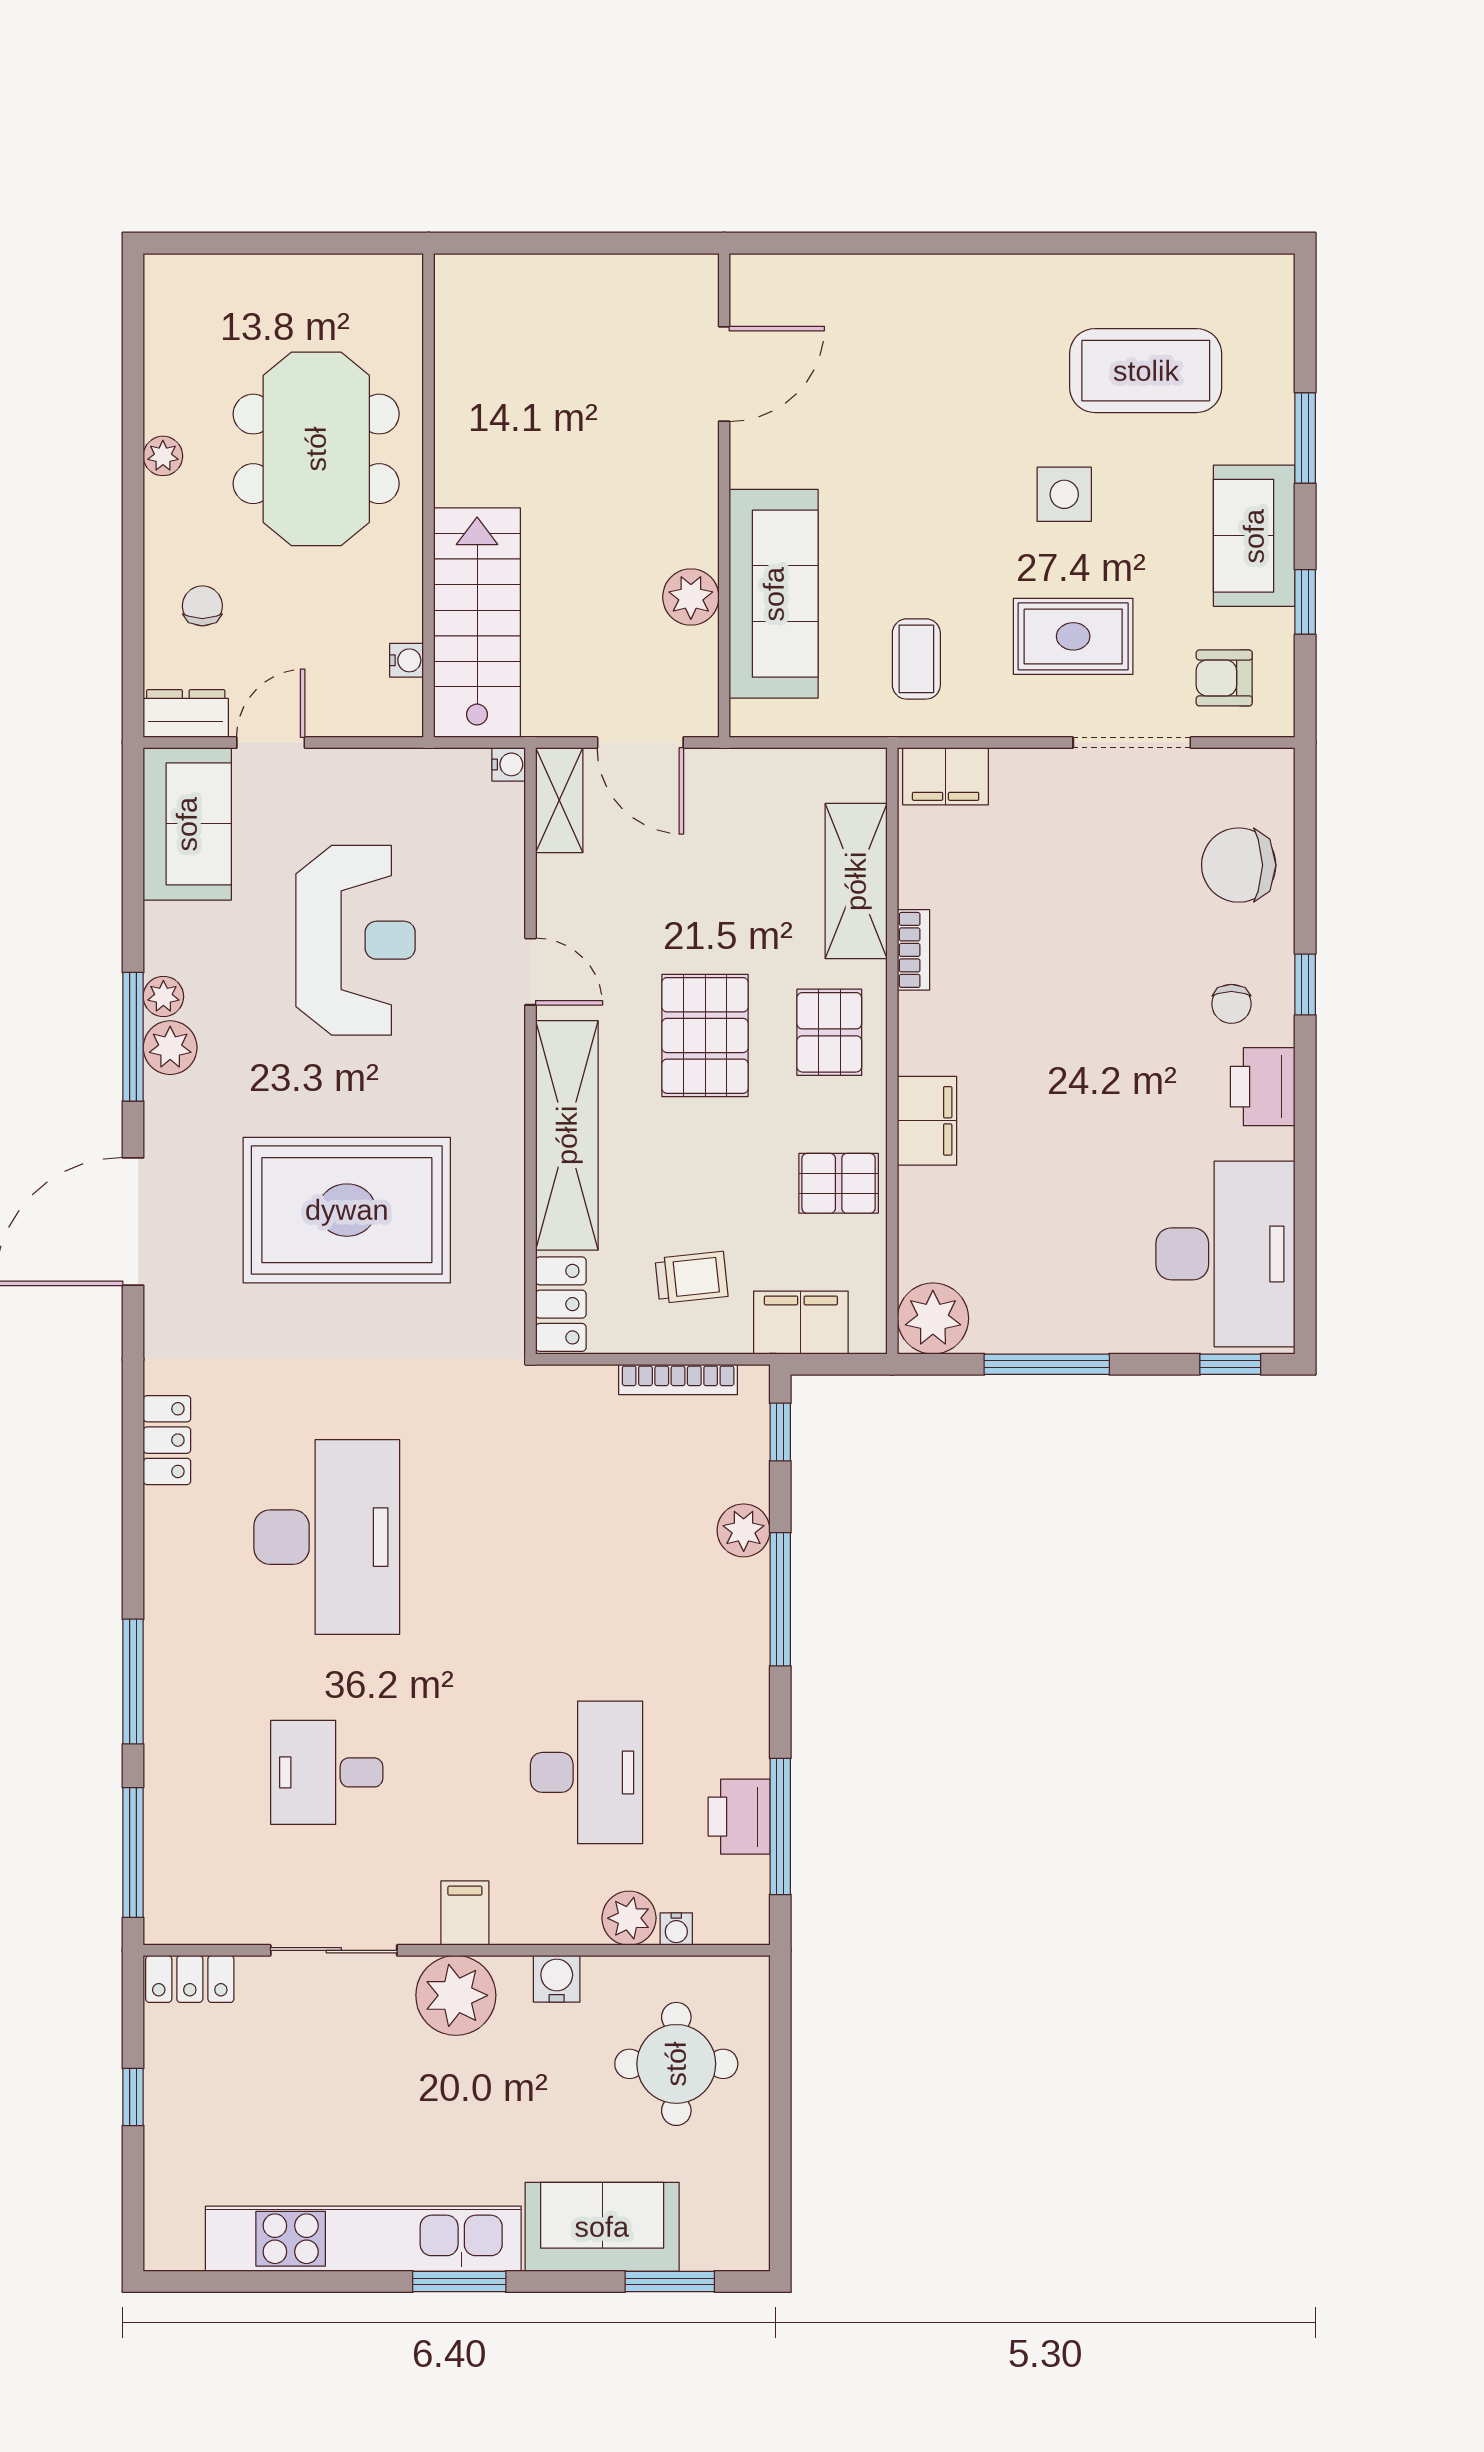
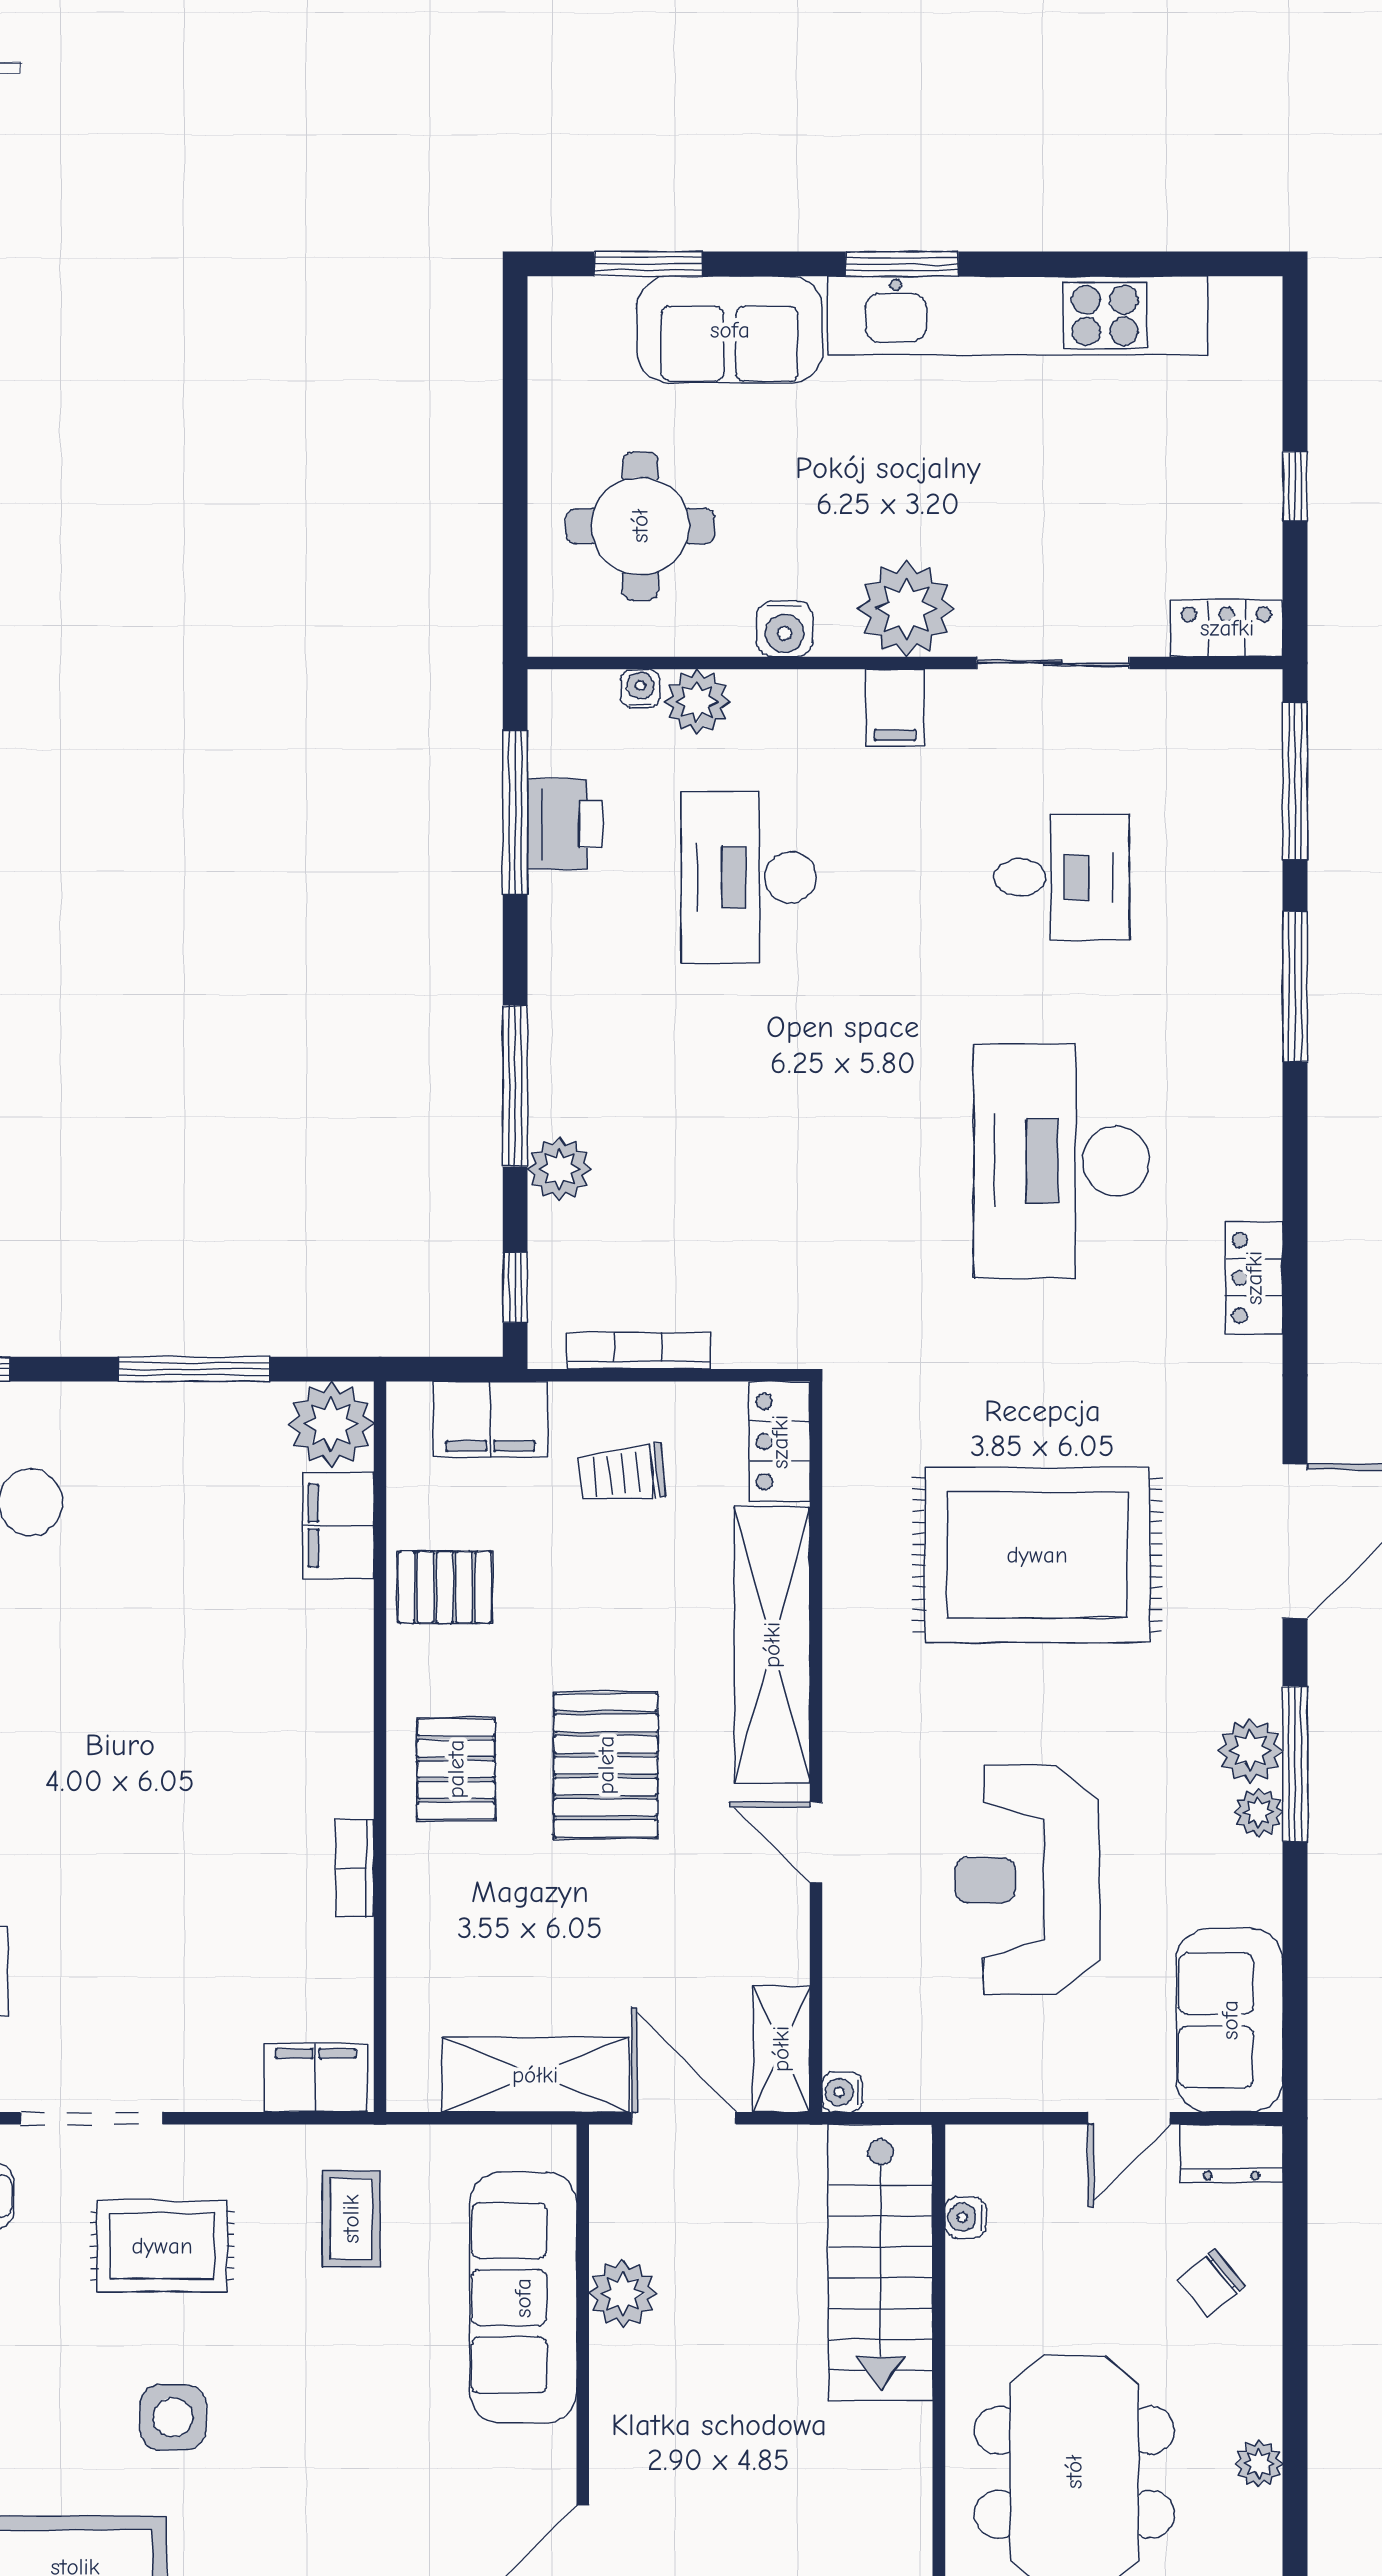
chair: (202, 606) -> (1211, 2283), turned 51
shelving: (856, 881) -> (535, 2075), moved, turned 90
filing cabinet: (927, 1121) -> (338, 1526), moved

